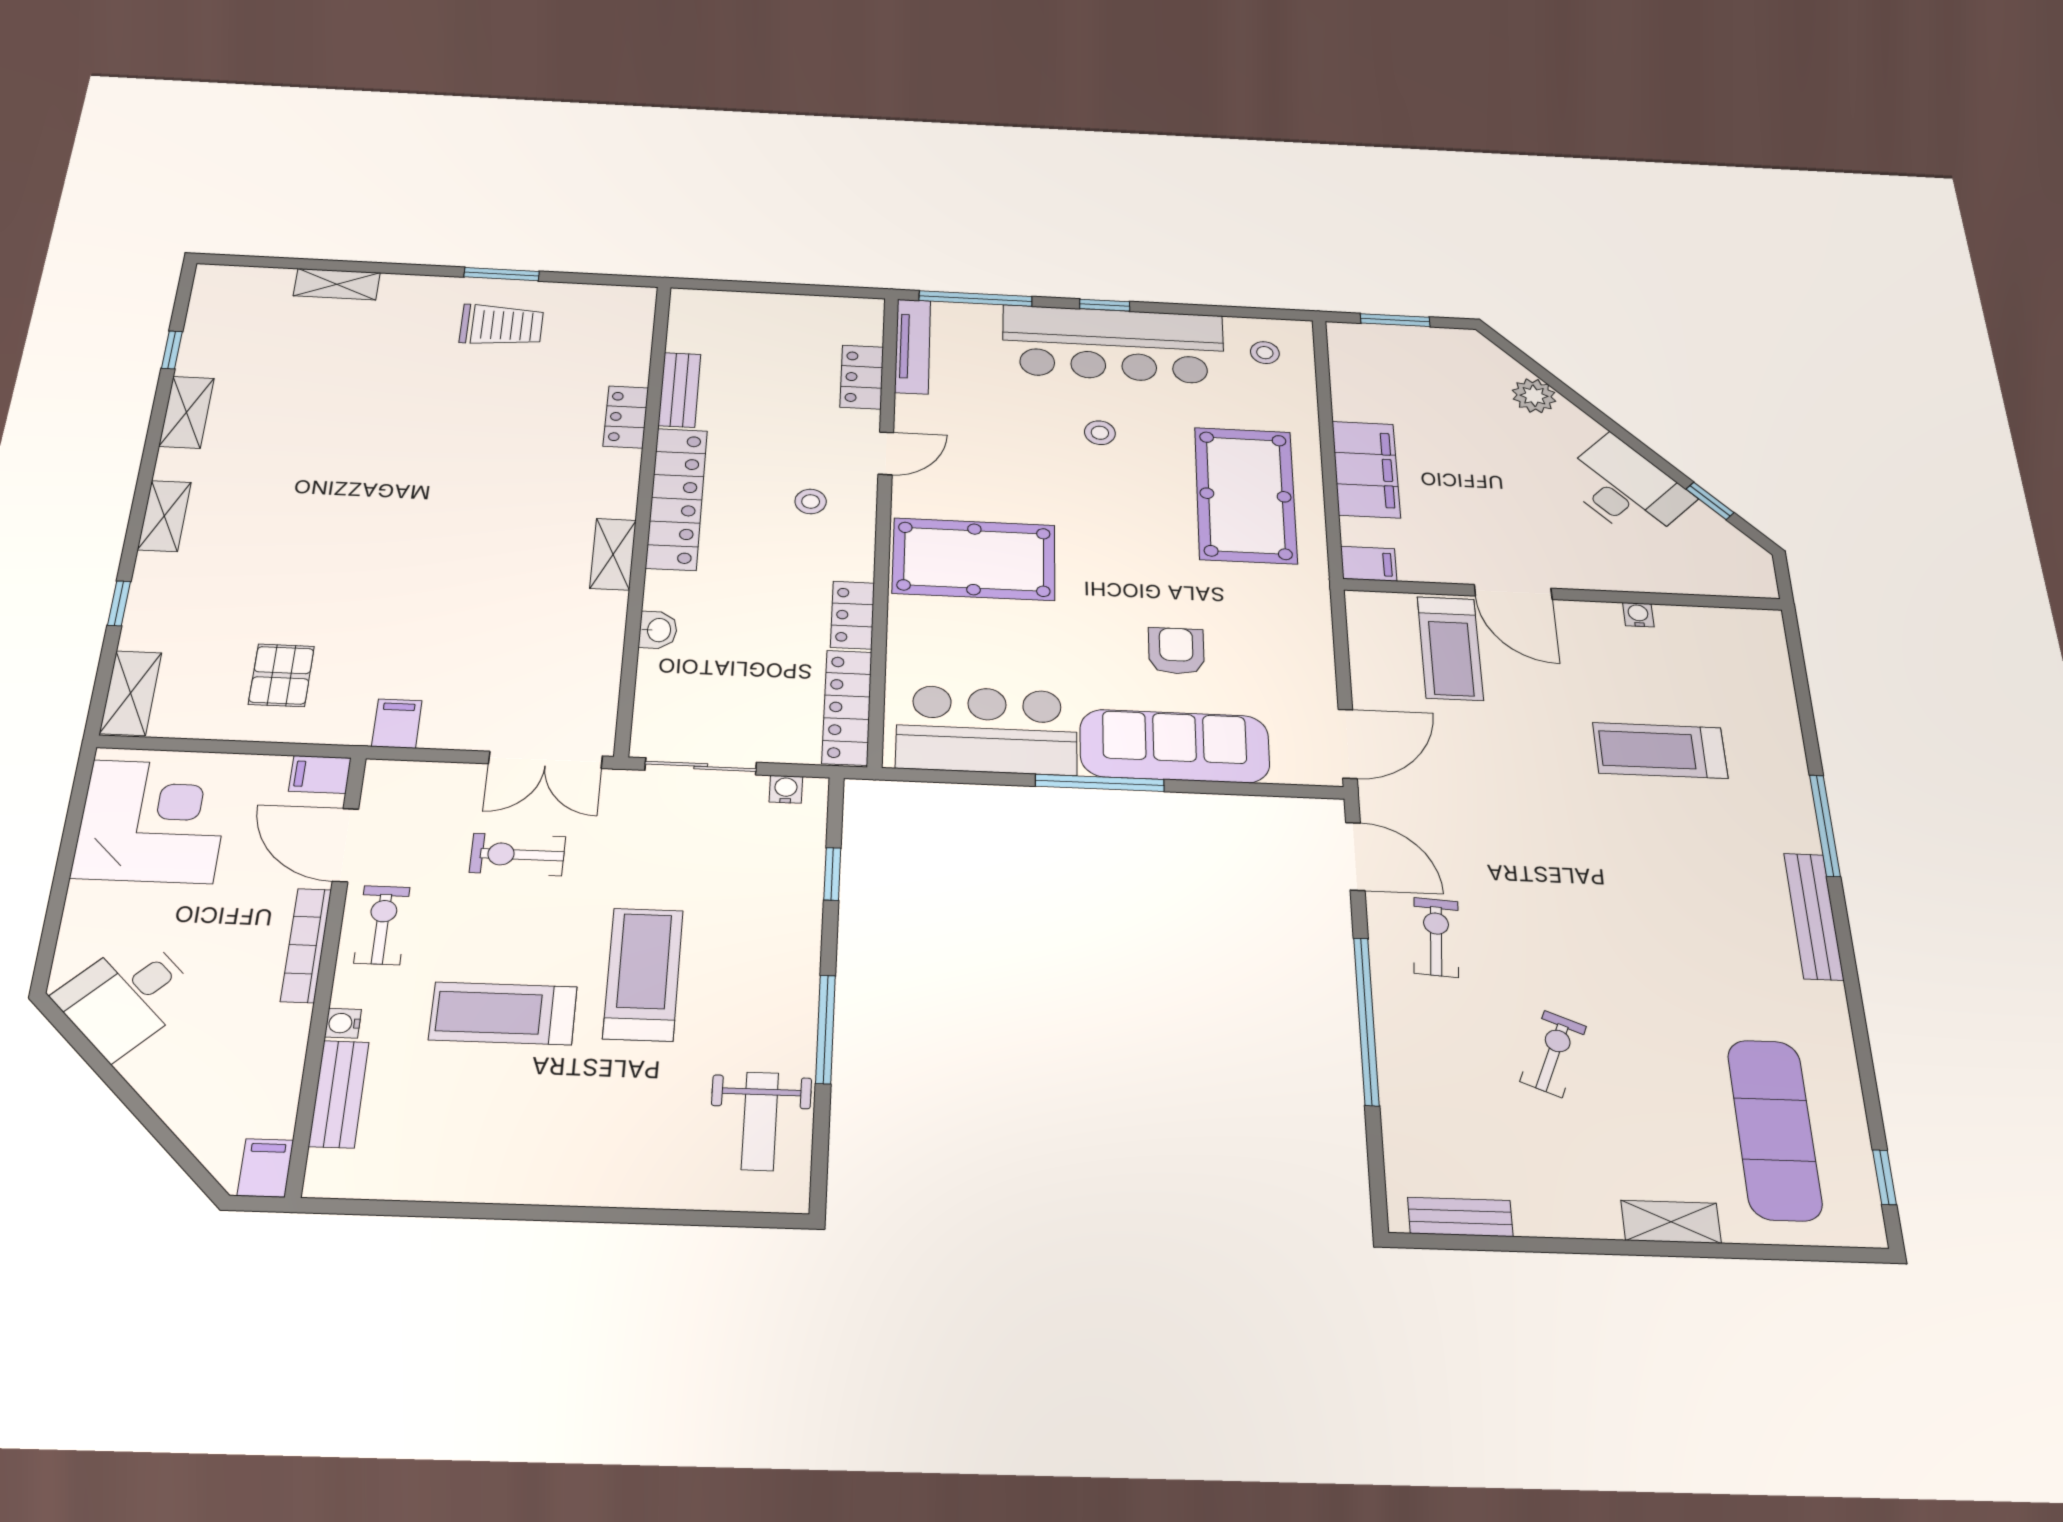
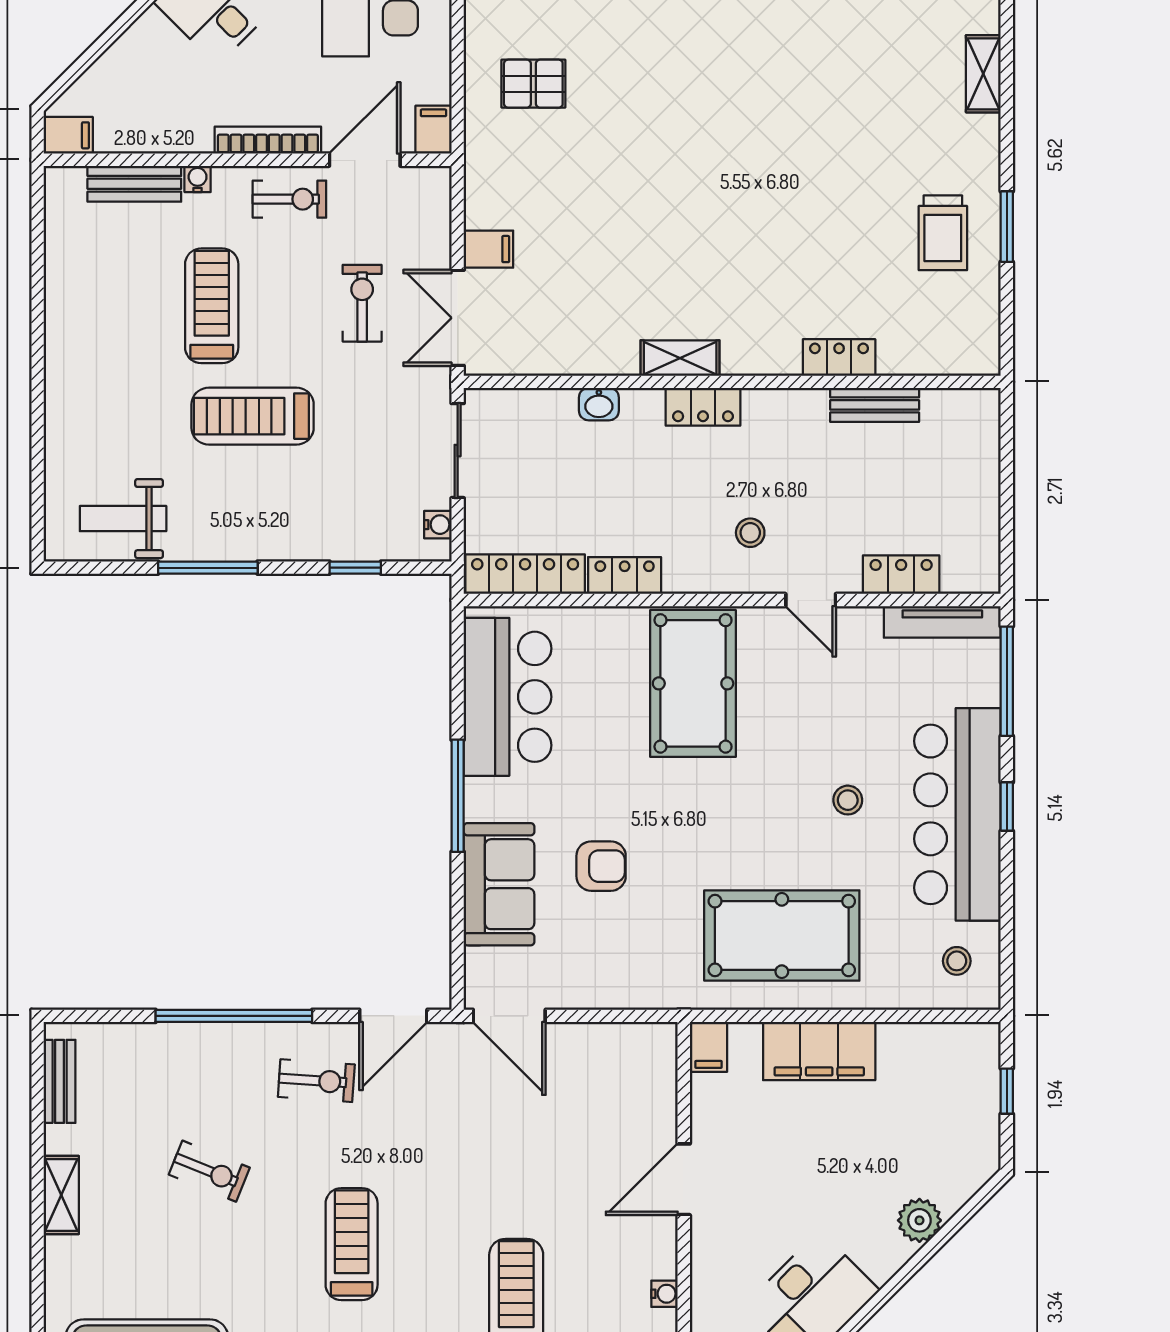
window: (1395, 320) -> (1007, 1091), width x0.67
locker: (677, 499) -> (703, 407), width x0.46, depth x0.83
treadmill: (1450, 648) -> (352, 1244), moved, turned 90
filing cabinet: (397, 724) -> (488, 249), moved
sofa: (1175, 746) -> (499, 884), width x0.73
treadmill: (643, 974) -> (253, 416), turned 180
shelving: (1671, 1222) -> (61, 1195), moved

